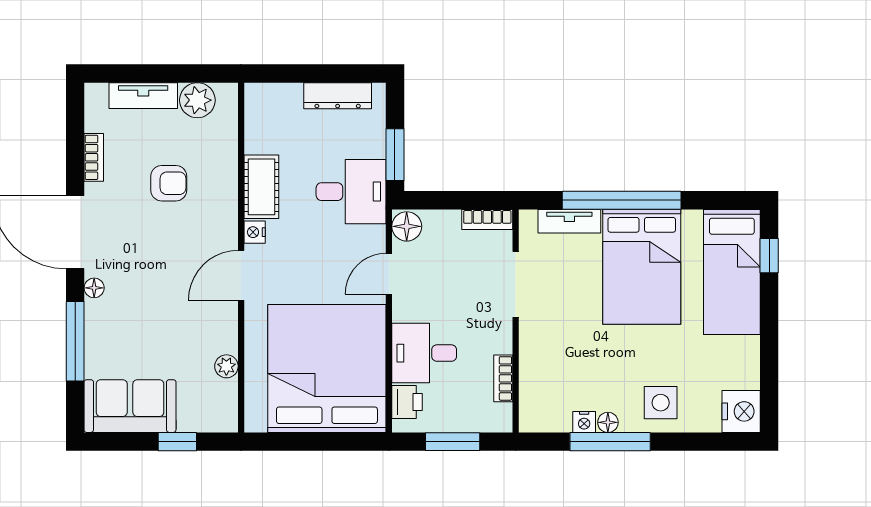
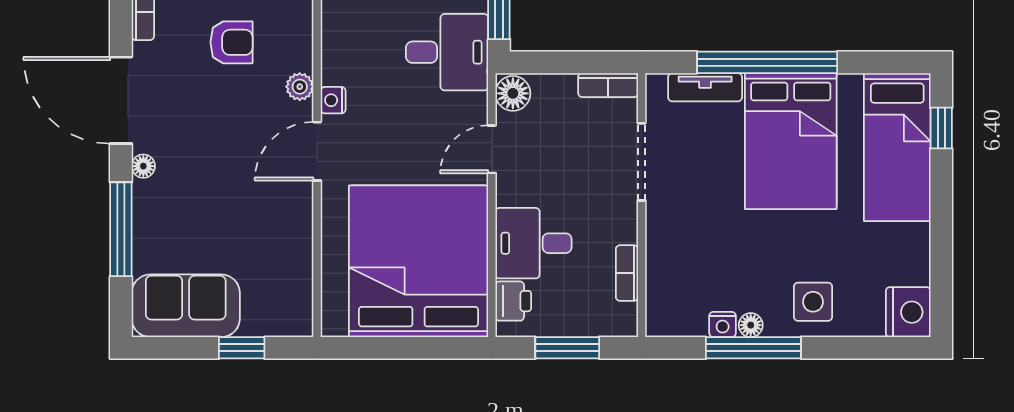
cot: (261, 187) -> (341, 47), removed
plant: (226, 366) -> (300, 87), moved

